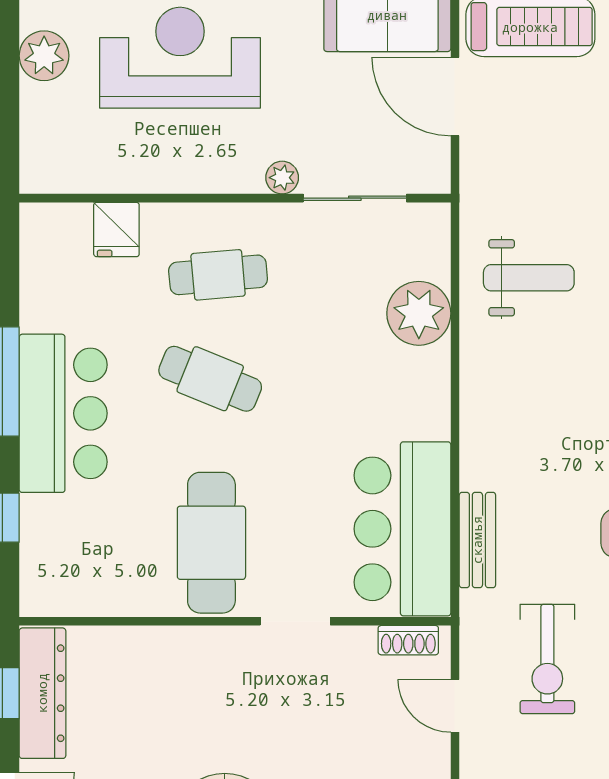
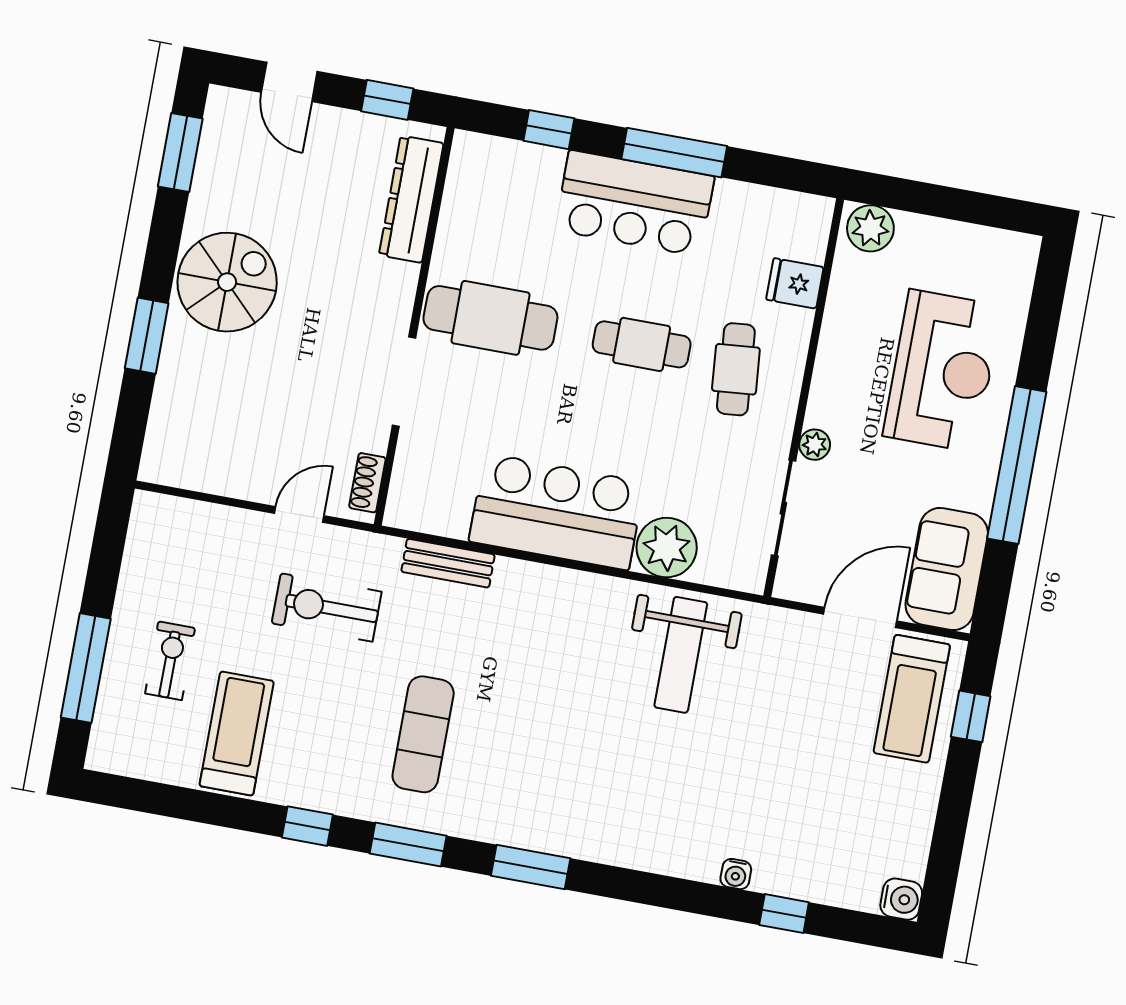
plant: (44, 56) -> (870, 228), moved
weight bench: (529, 278) -> (681, 655), width x1.36, depth x1.33
cafe table: (210, 379) -> (642, 344), turned 68
bar counter: (402, 529) -> (557, 512), moved
doorway: (295, 621) -> (404, 382), width x1.38
dresser: (42, 693) -> (411, 199), moved, turned 90

